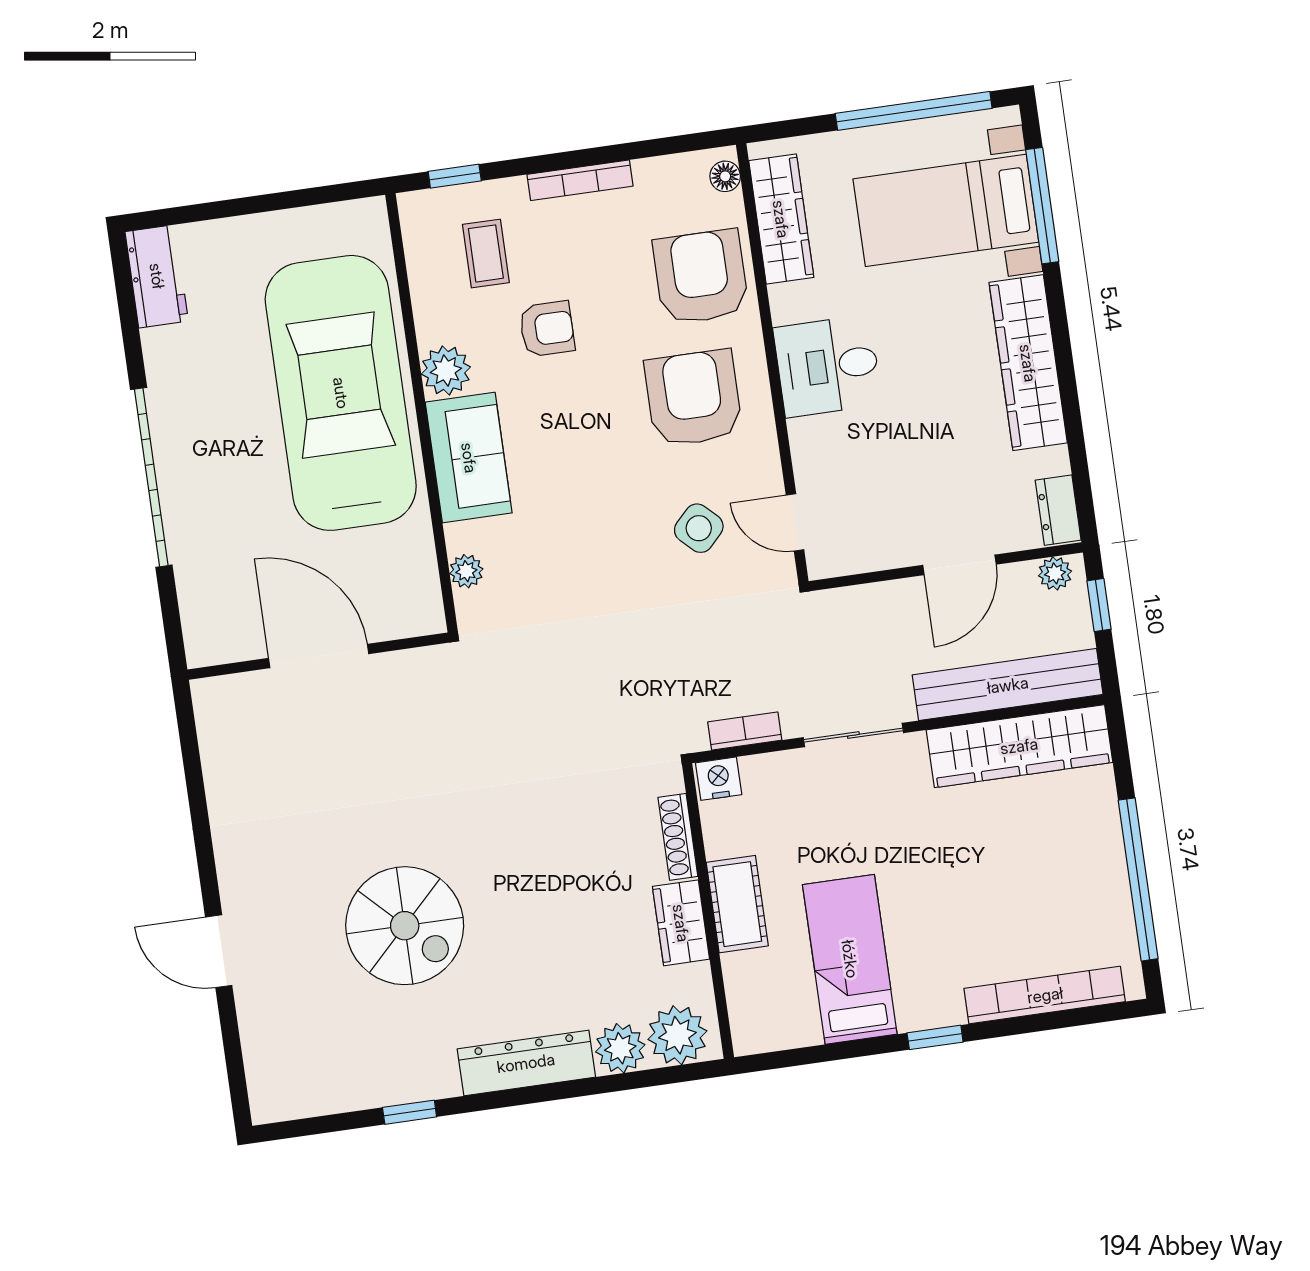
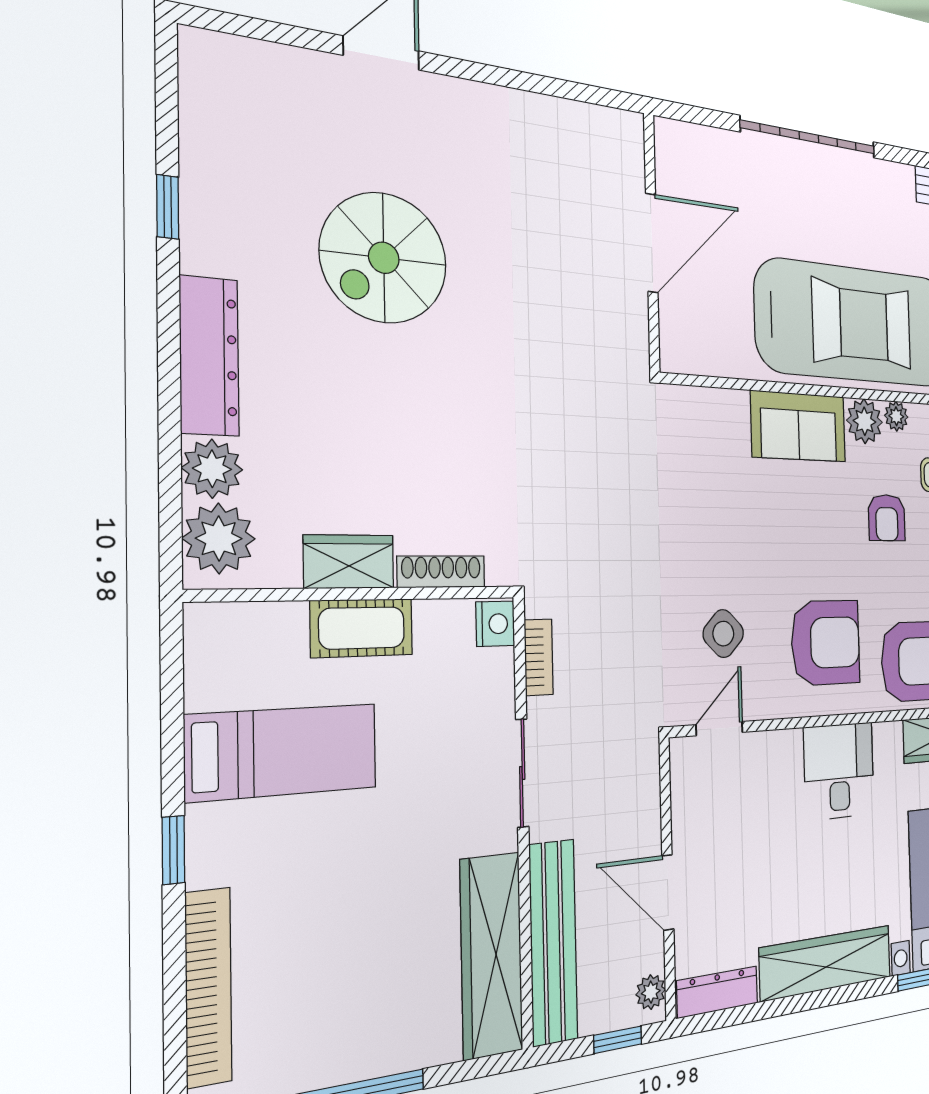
dresser: (1058, 510) -> (718, 992), width x1.44
plant: (466, 571) -> (896, 416), moved

